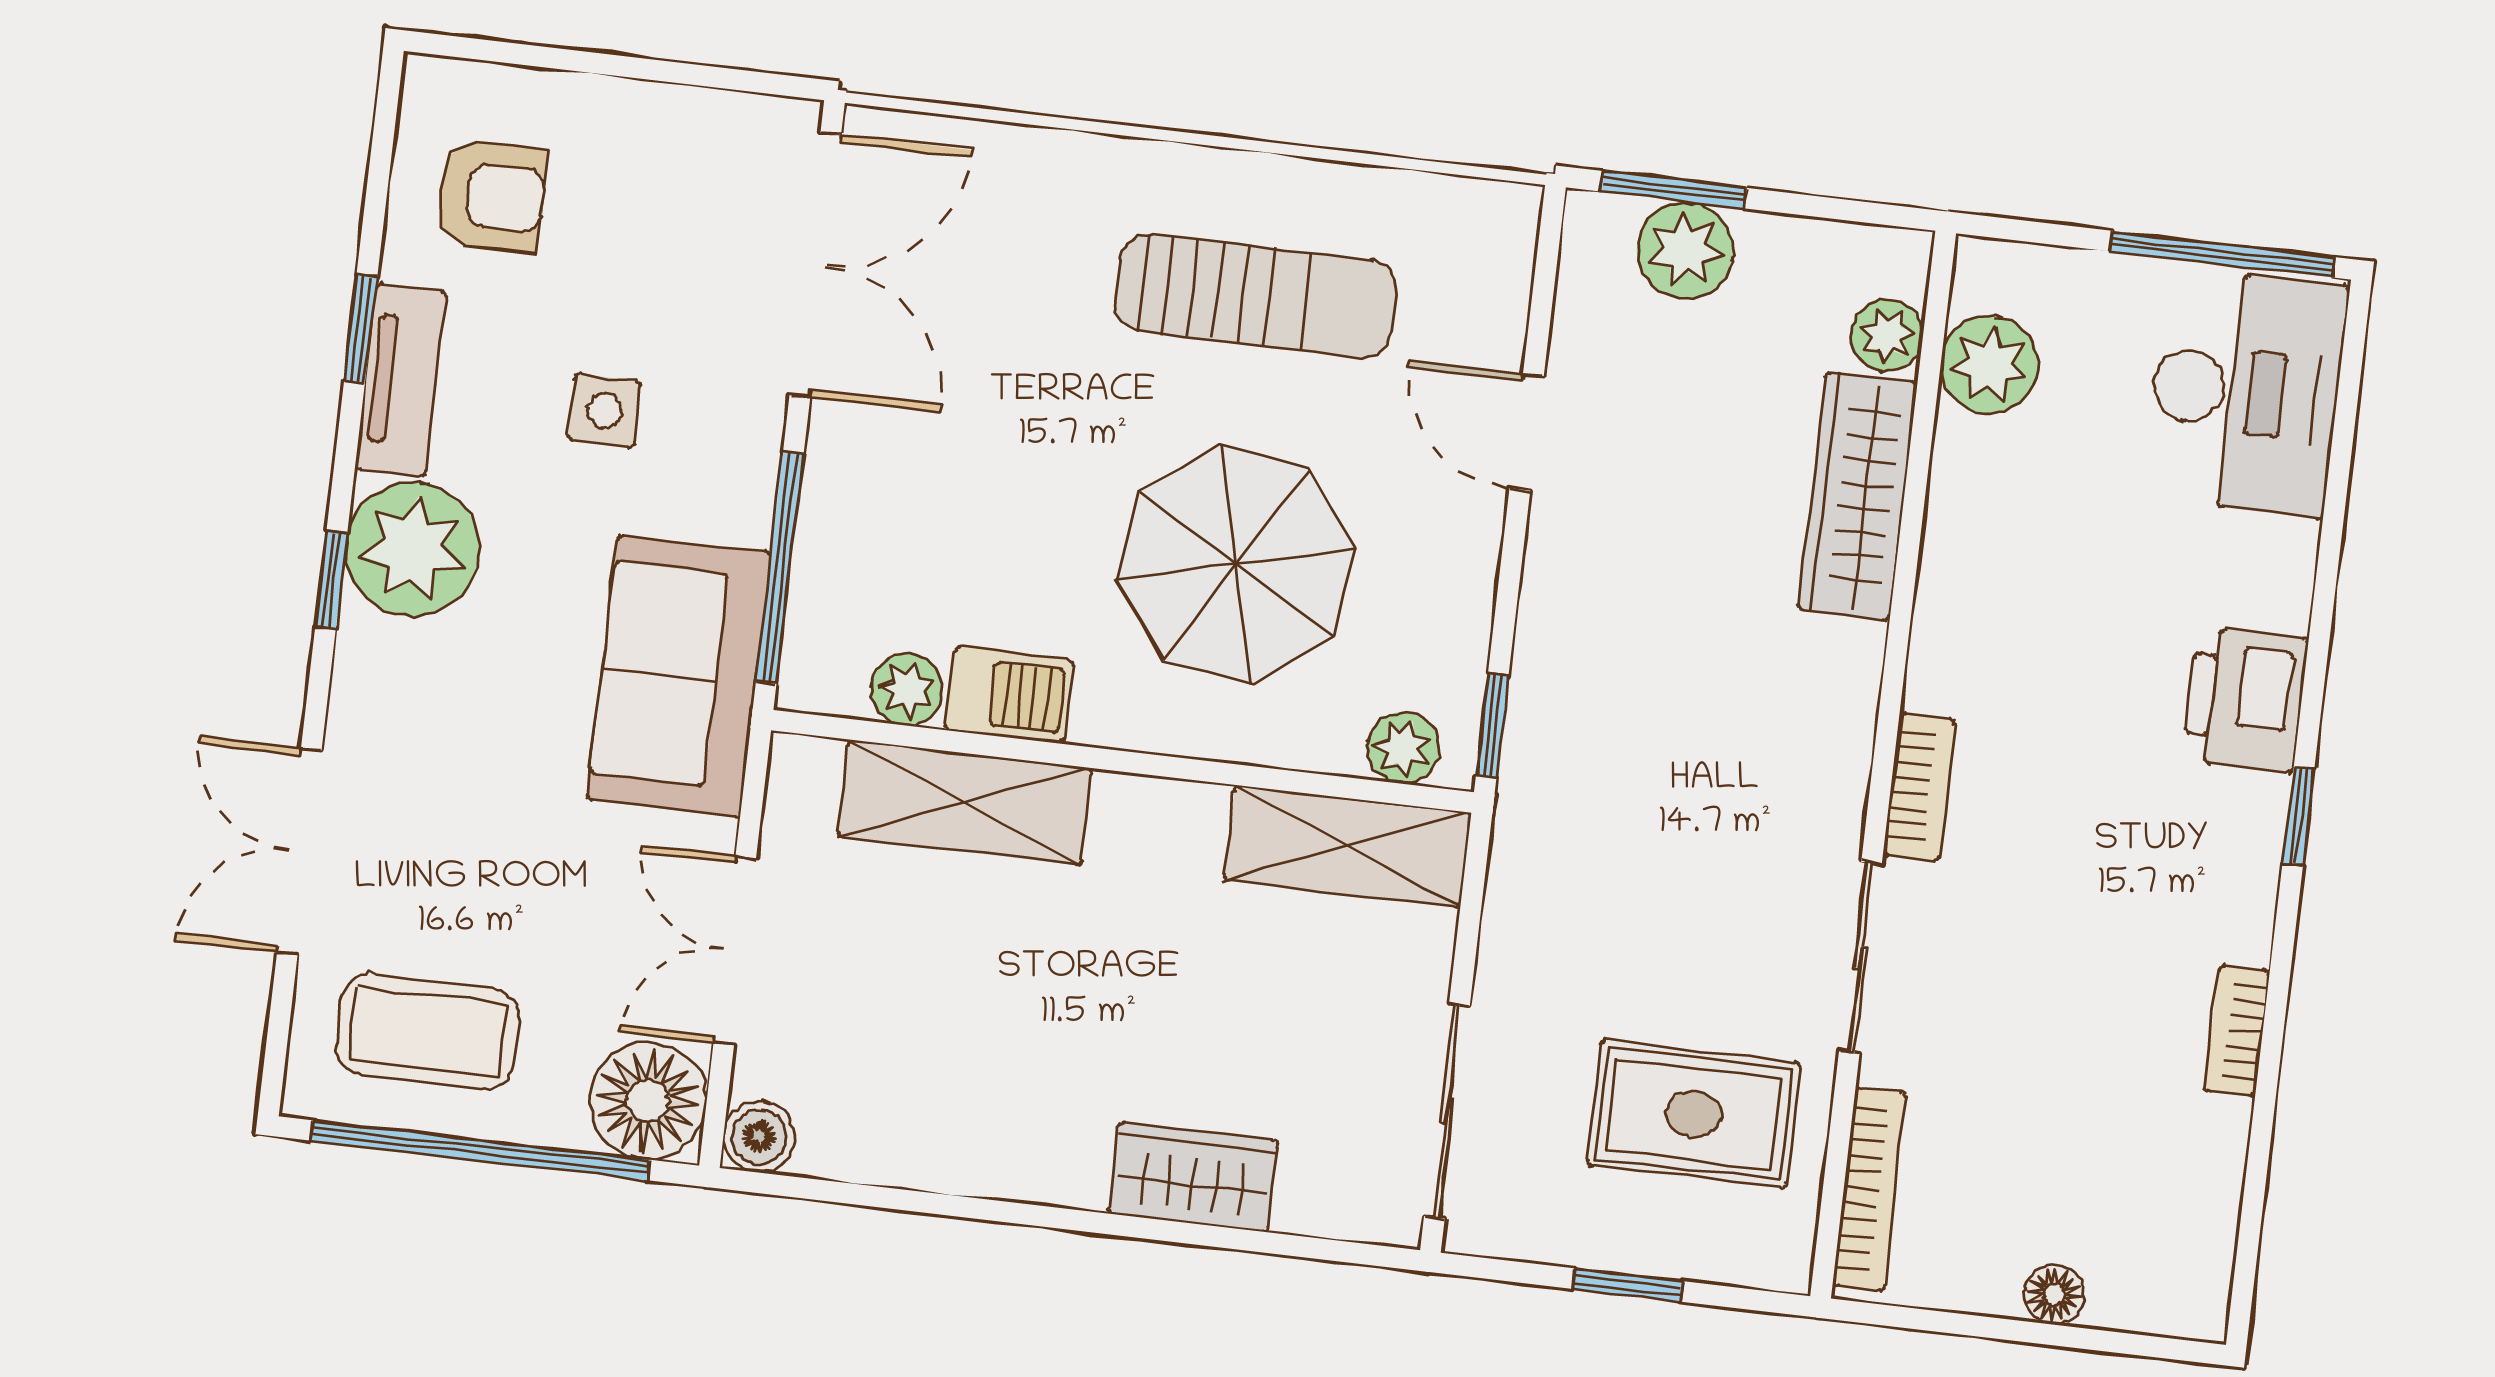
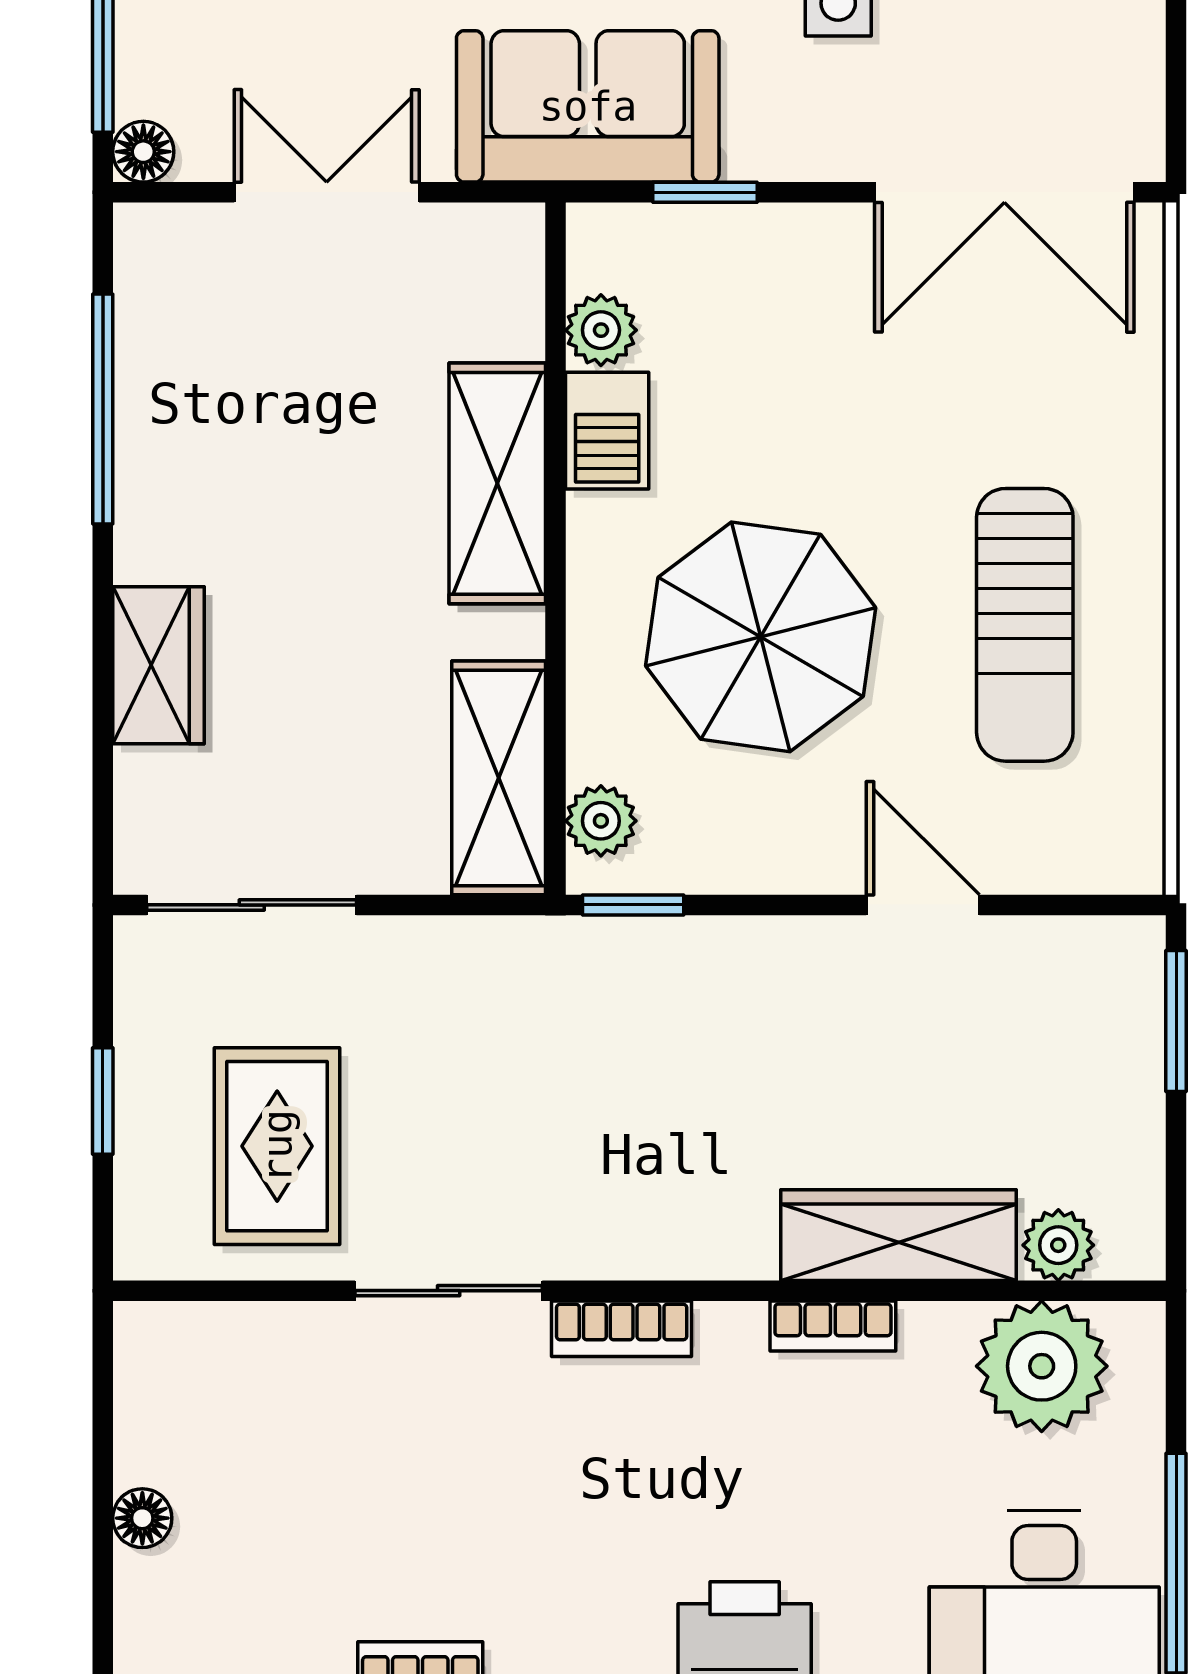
plant: (1685, 250) -> (1119, 1039), removed
plant: (1990, 365) -> (1042, 1366), width x1.36, depth x1.36
door: (1527, 432) -> (923, 905), hinge flipped
window: (780, 568) -> (705, 192), width x0.46
shelving: (965, 803) -> (497, 483), moved
floor lamp: (648, 1101) -> (143, 152), width x0.53, depth x0.53
boiler: (759, 1137) -> (148, 237), removed
bookcase: (1869, 1189) -> (833, 1326), moved, width x0.64
window: (927, 1203) -> (103, 409), added

